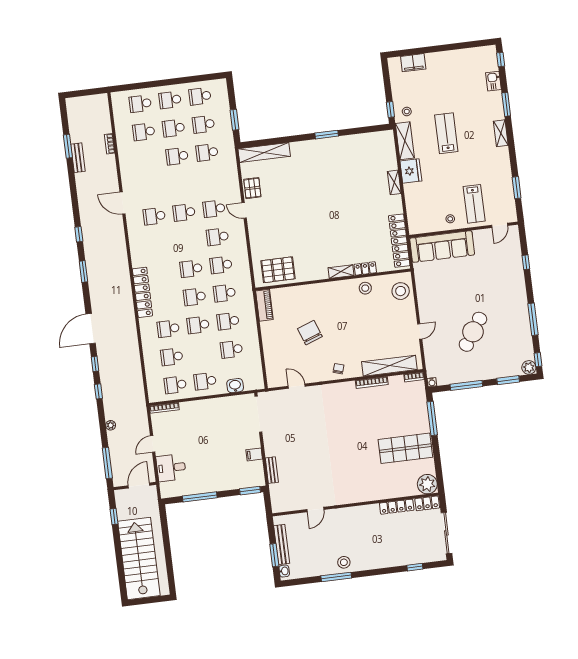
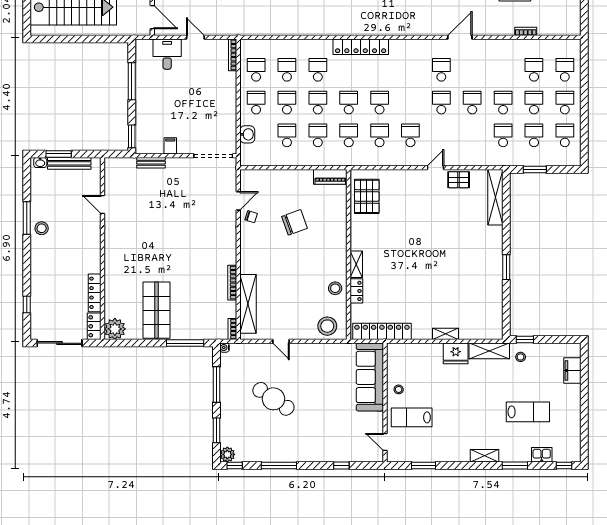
lab bench: (446, 133) -> (528, 412), moved
school desk: (214, 209) -> (472, 103), moved
school desk: (202, 353) -> (287, 103), added
chair: (338, 369) -> (251, 217), moved

